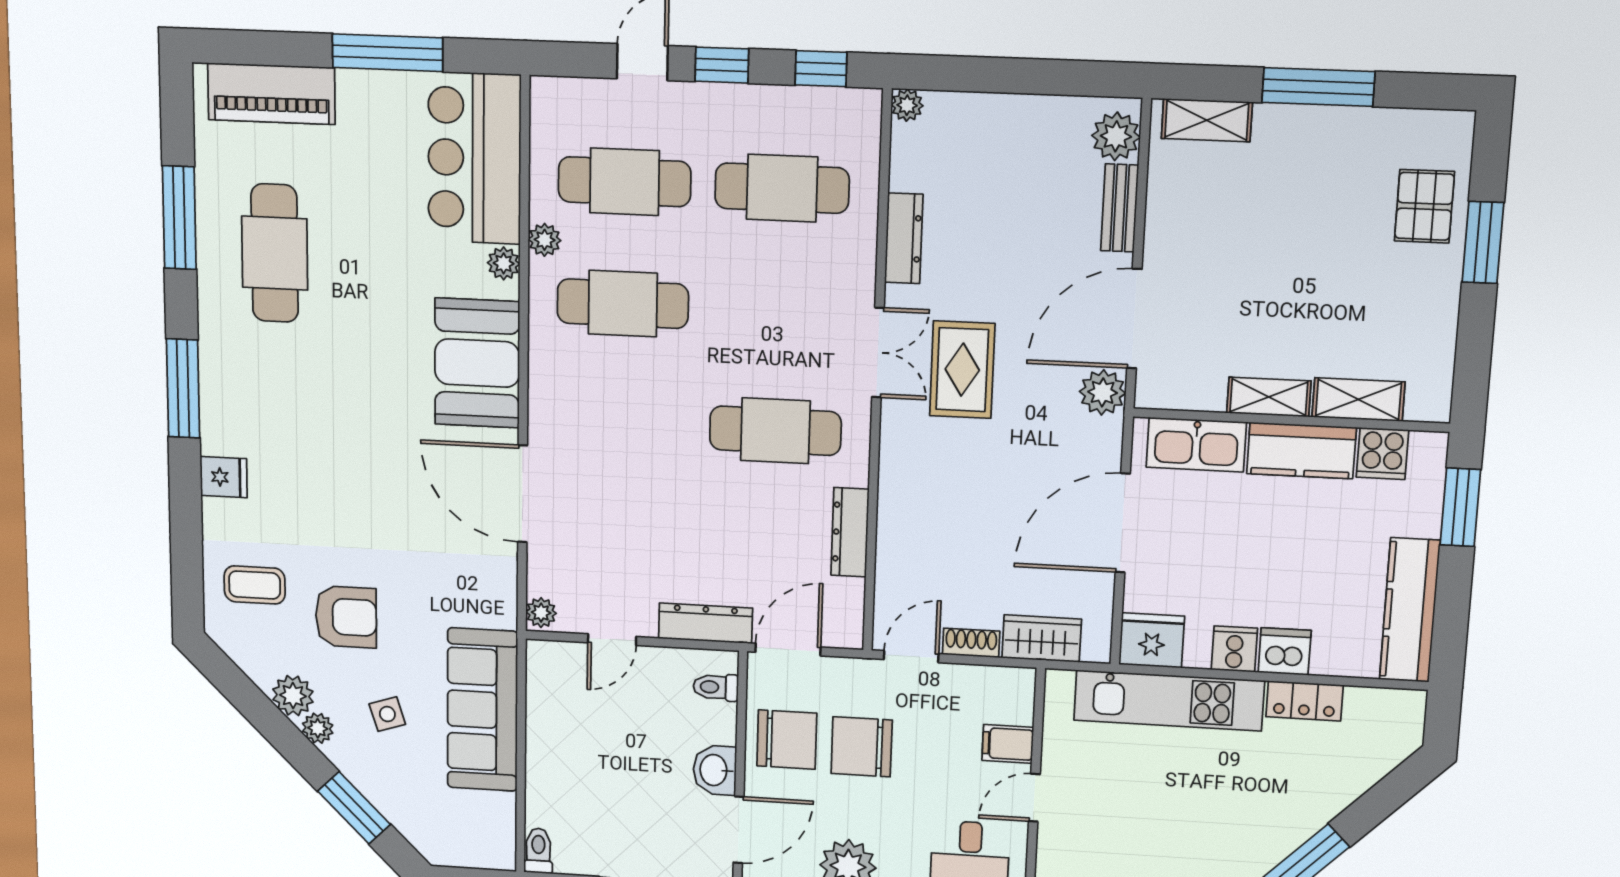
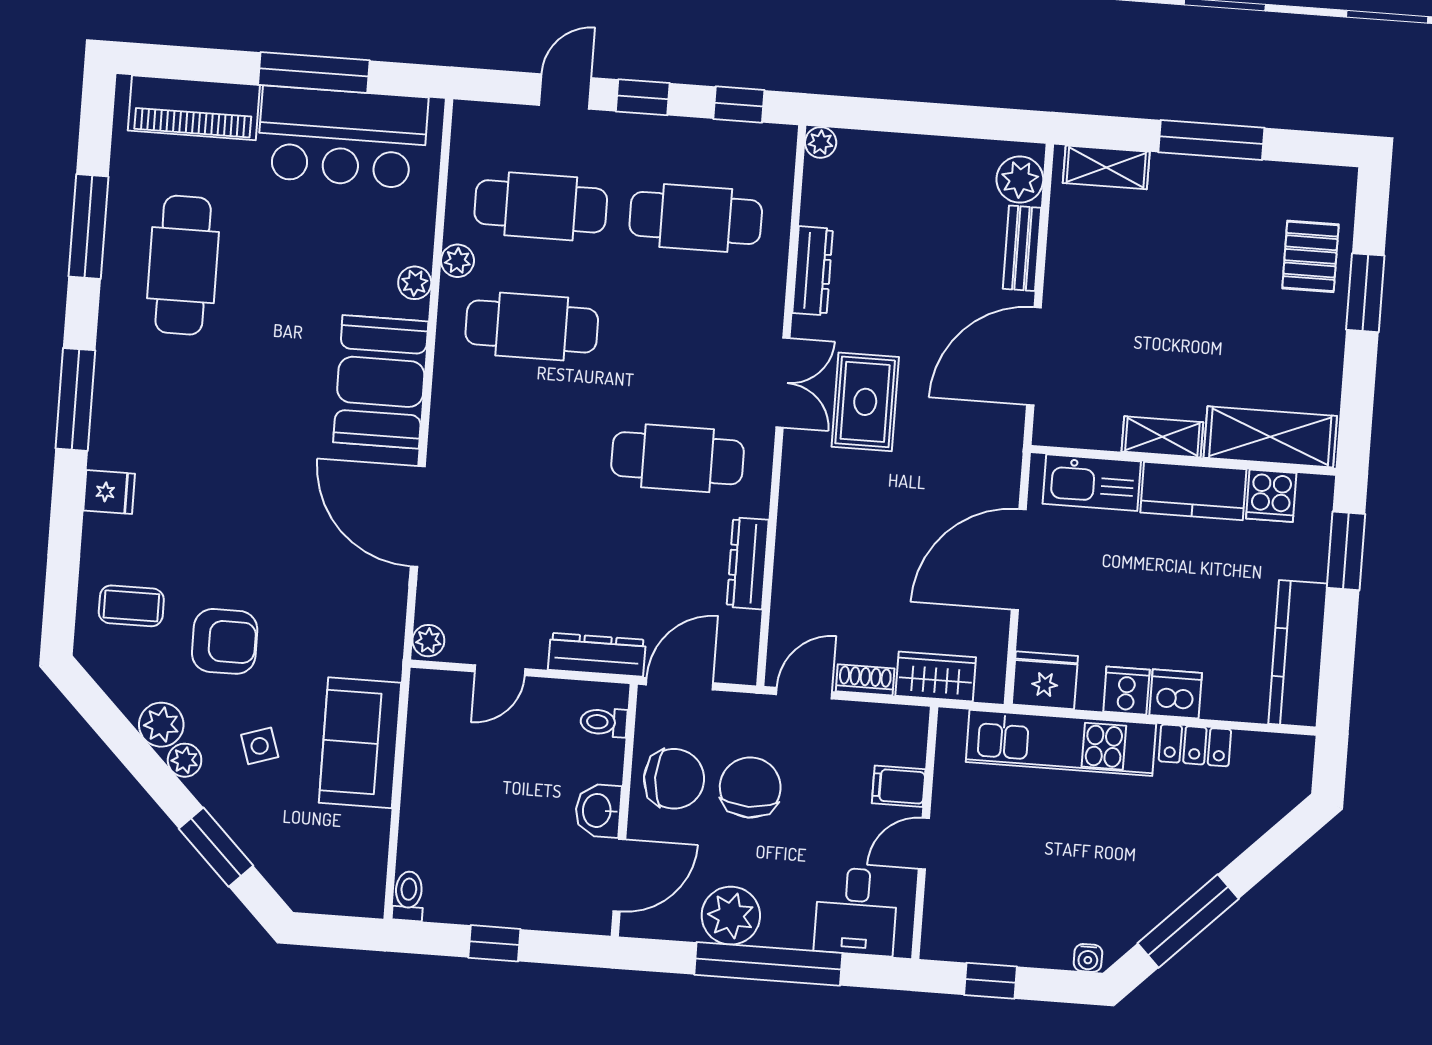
bar counter: (474, 158) -> (342, 137), moved, turned -90
plant: (1103, 392) -> (1002, 428), removed
shelving: (1358, 399) -> (1270, 437), width x1.50, depth x1.33
sofa: (482, 710) -> (360, 743), width x0.73
chair: (862, 747) -> (750, 787), turned 90

